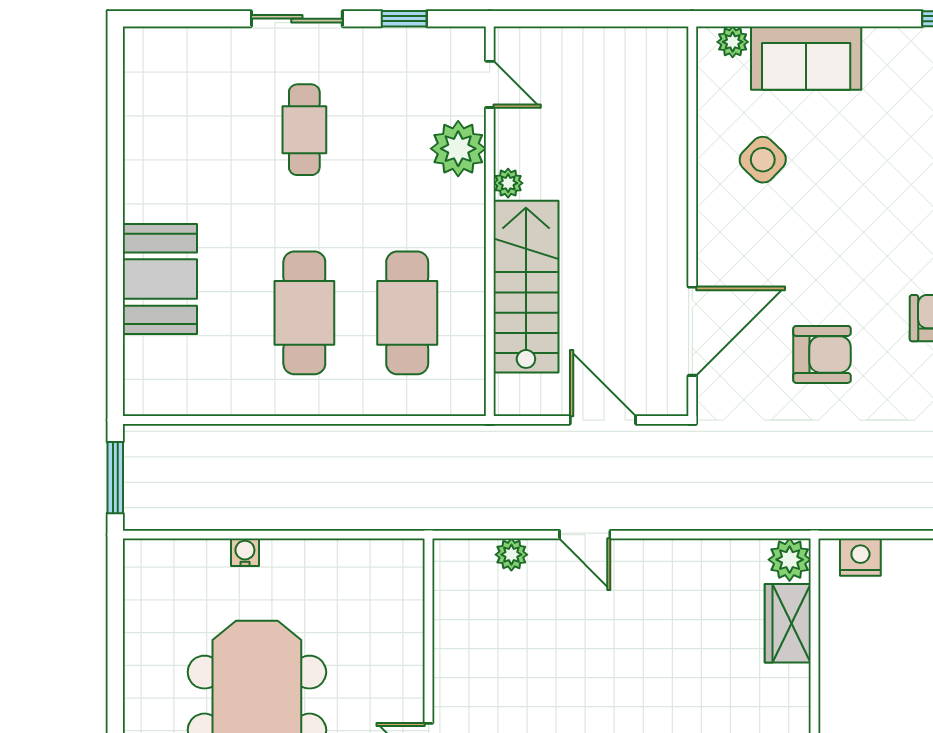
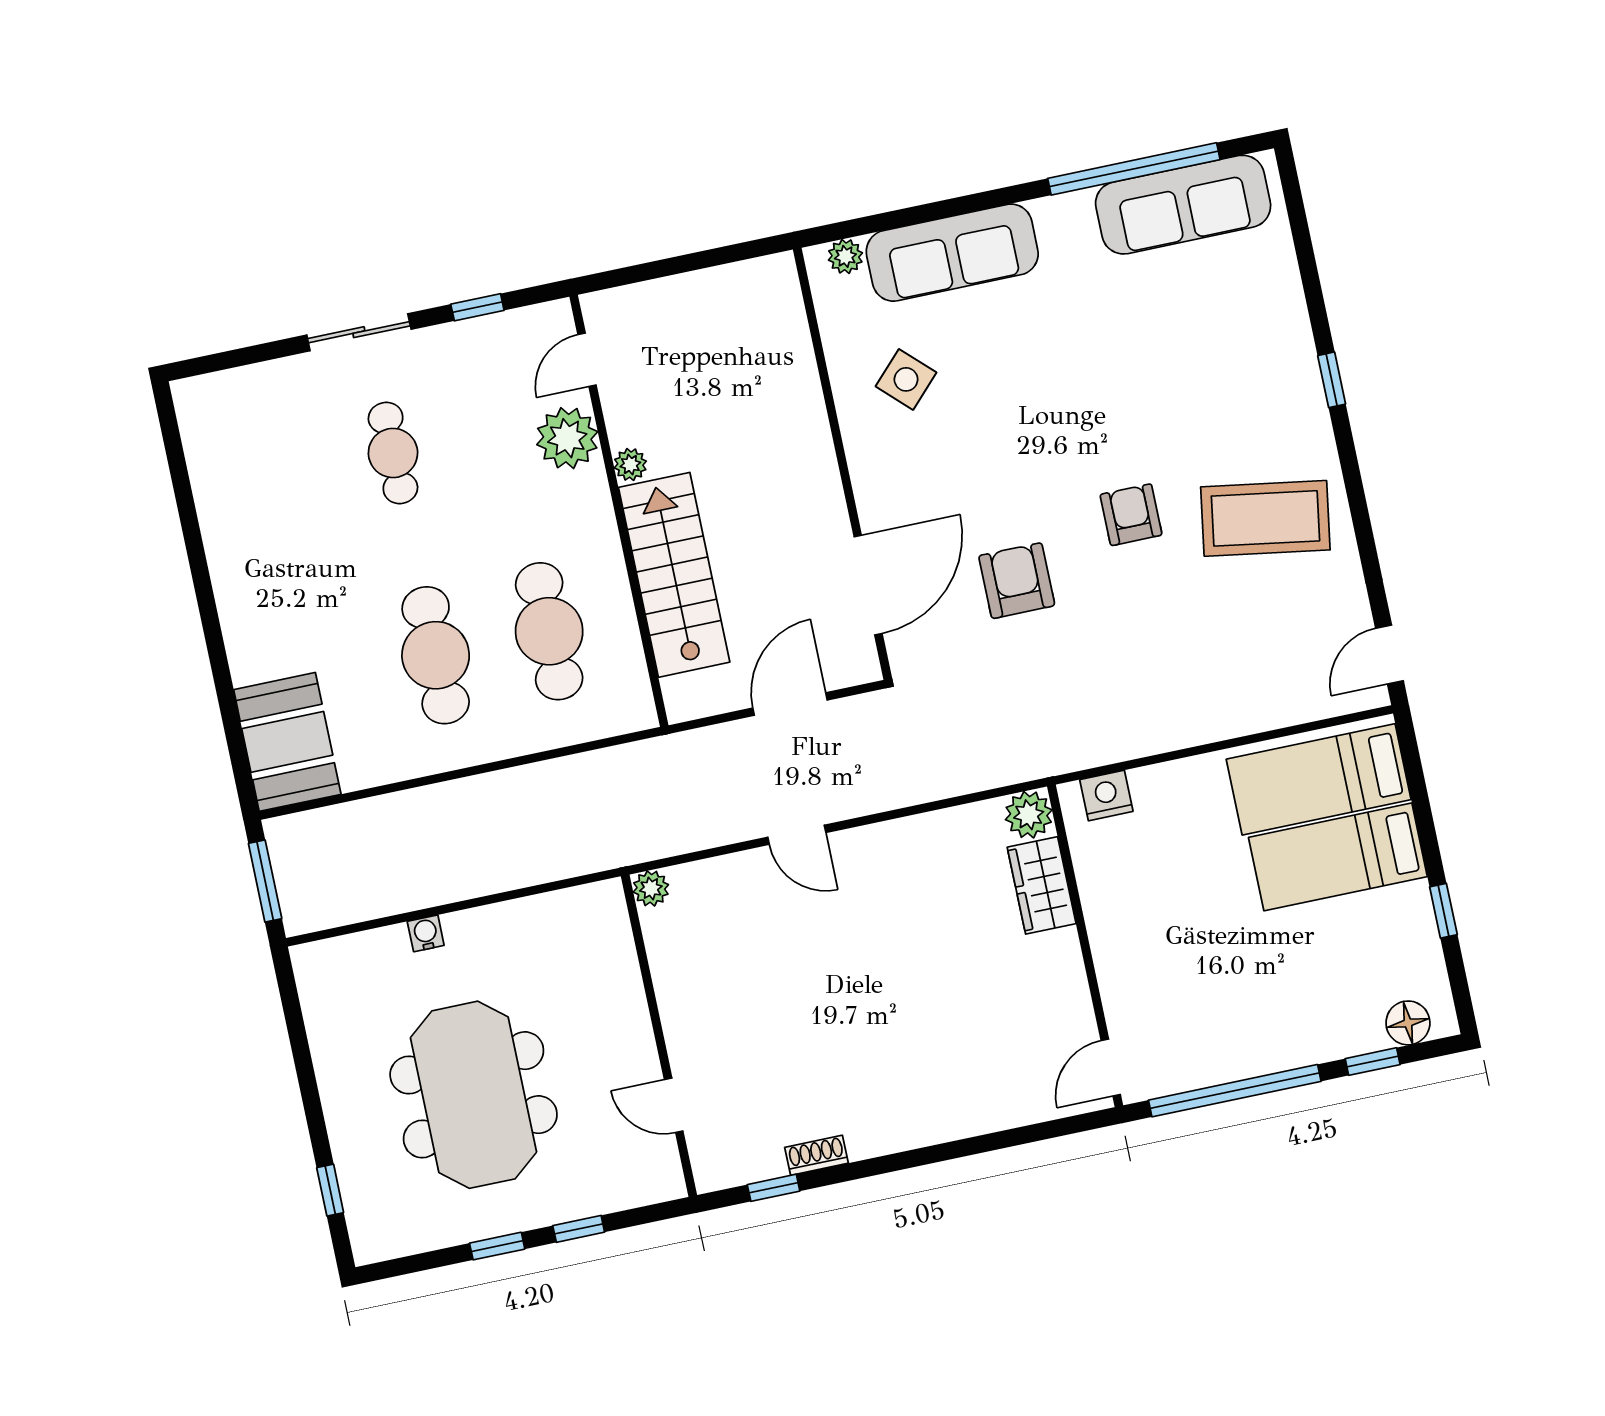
sofa: (806, 58) -> (952, 253), width x1.36
door: (490, 84) -> (587, 360), swing flipped
booth: (160, 279) -> (287, 742), moved
armchair: (822, 354) -> (1017, 581), turned -90
door: (603, 420) -> (790, 704), hinge flipped
plant: (511, 555) -> (651, 888), moved

